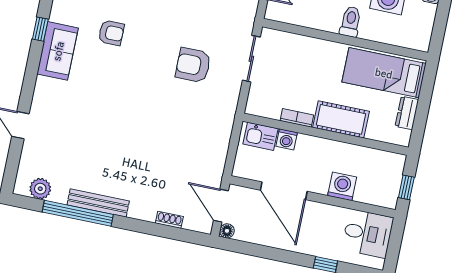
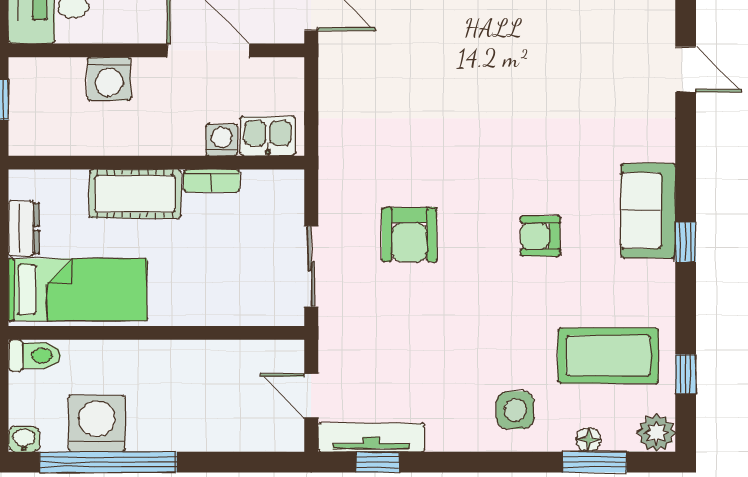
toilet: (351, 22) -> (35, 356), moved, turned -90
armchair: (111, 33) -> (540, 236), moved
armchair: (193, 65) -> (409, 235), turned 90

